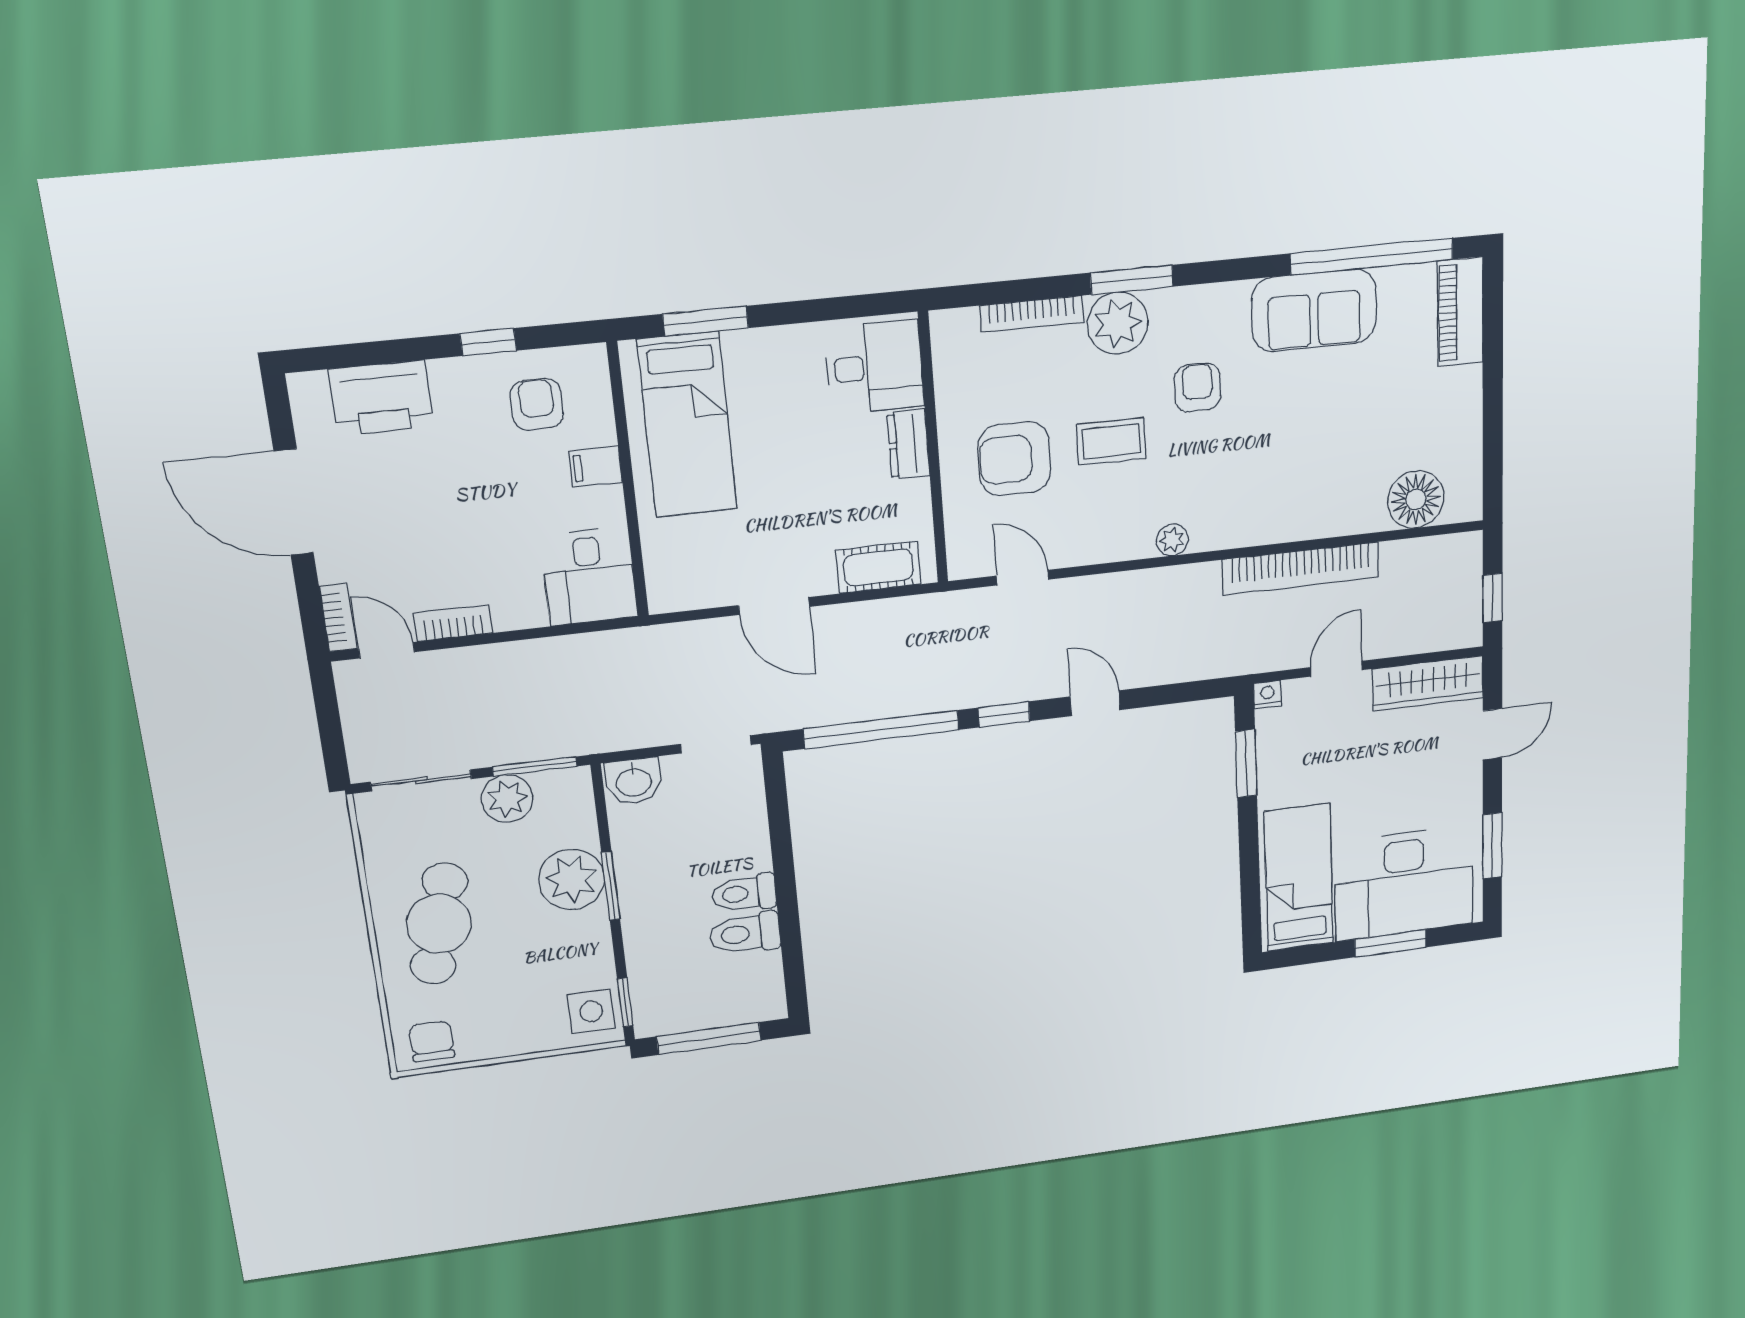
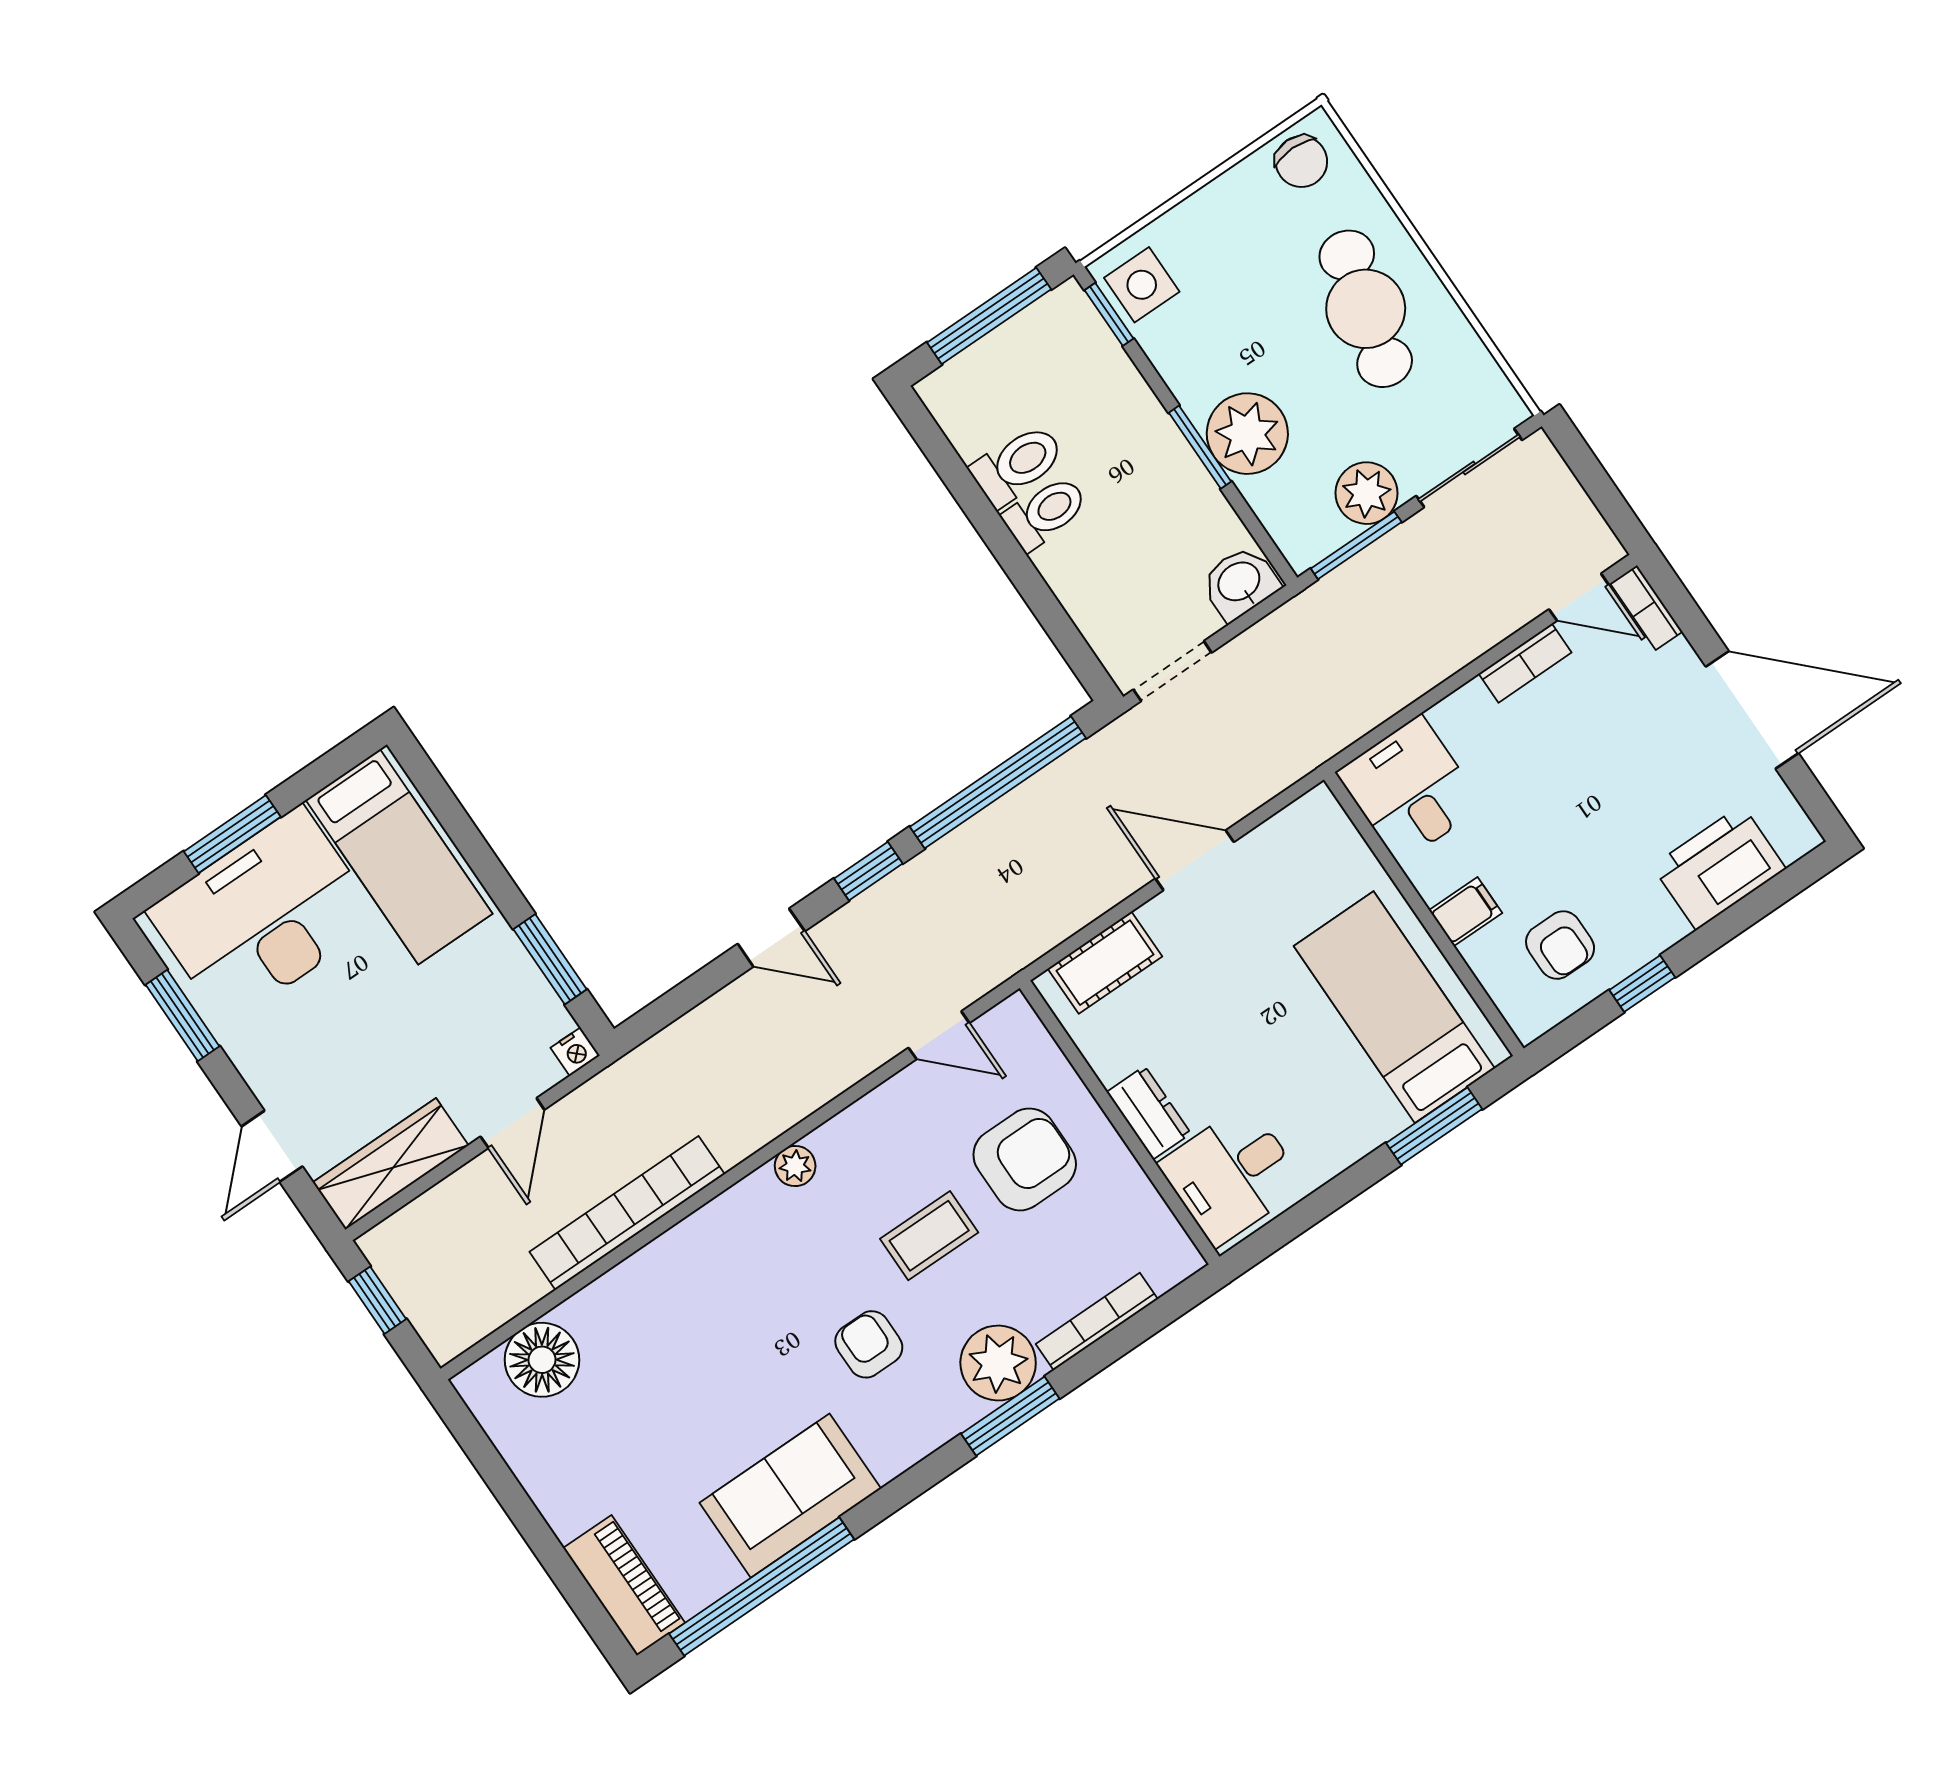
armchair: (1197, 387) -> (869, 1344), turned 180

